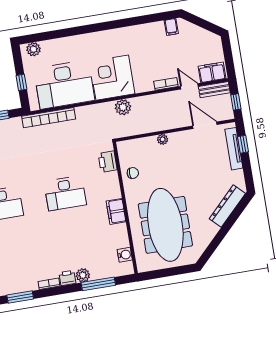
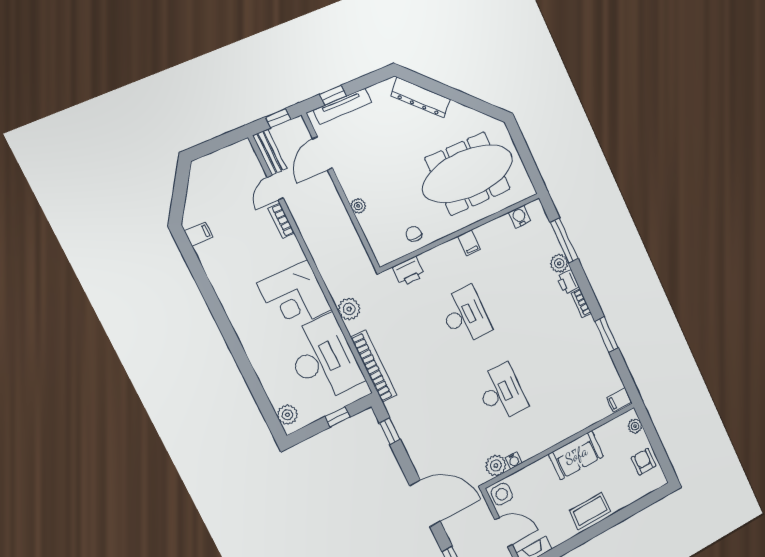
filing cabinet: (212, 72) -> (246, 161), removed
plant: (123, 107) -> (349, 309), moved
filing cabinet: (116, 211) -> (469, 243), width x0.50

